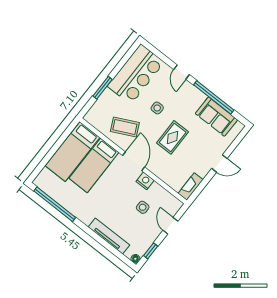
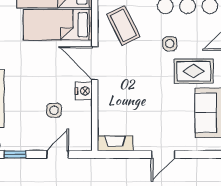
rug: (173, 137) -> (194, 71), moved
door: (134, 161) -> (95, 63), swing flipped
door: (219, 163) -> (163, 154), hinge flipped

